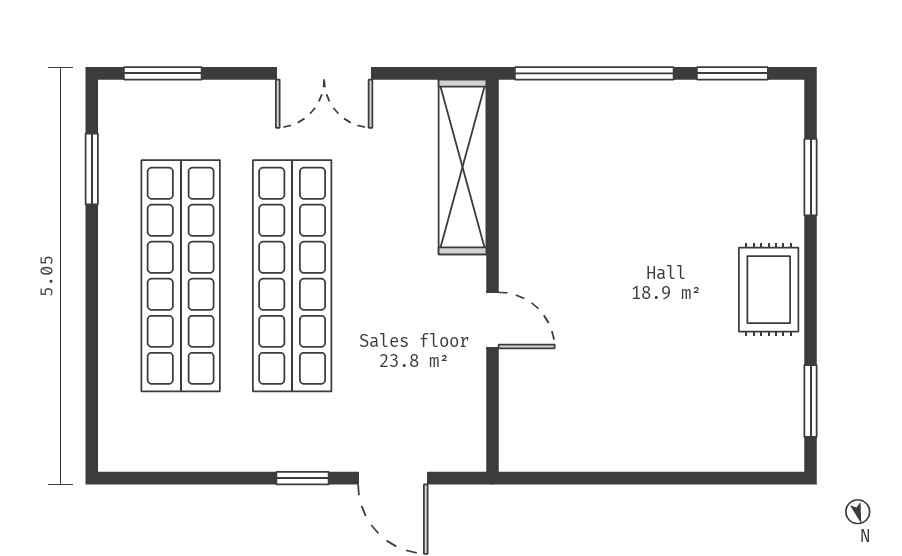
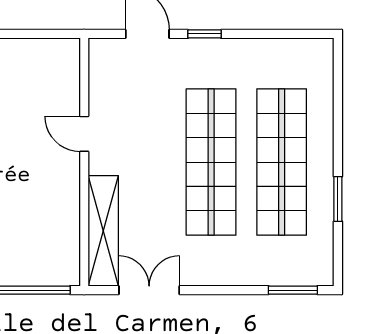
double door: (324, 73) -> (149, 290), moved
window: (92, 169) -> (338, 199), moved

